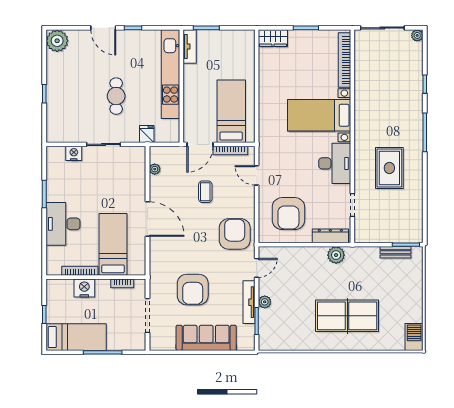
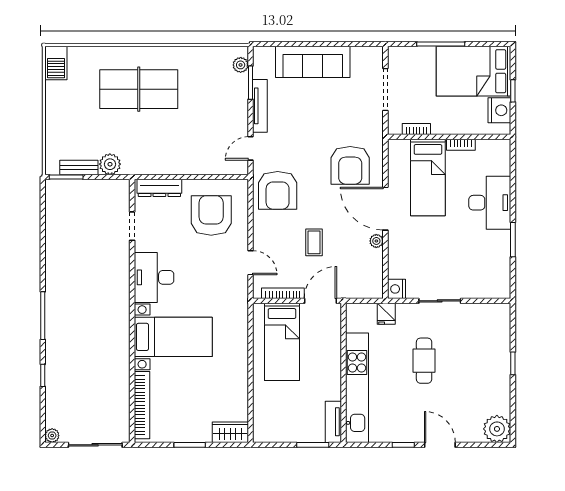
nightstand: (74, 153) -> (396, 289), moved, turned 90
rug: (389, 168) -> (86, 272), removed
plant: (155, 169) -> (376, 241), moved
plant: (336, 255) -> (110, 164), moved
bookcase: (80, 271) -> (461, 145), width x0.64
nightstand: (84, 288) -> (499, 110), moved, turned -90
armchair: (193, 290) -> (350, 165), moved, turned 180
plant: (265, 302) -> (241, 65), moved
bed: (76, 337) -> (474, 71), width x1.50

